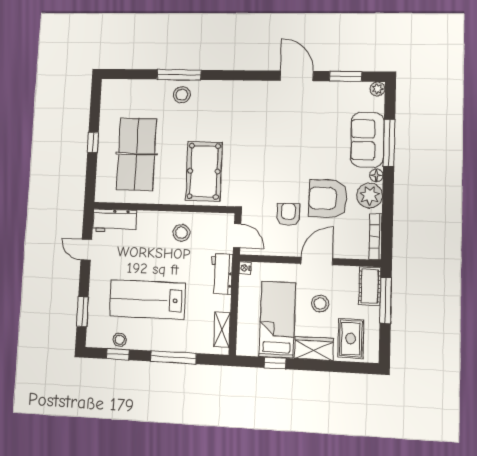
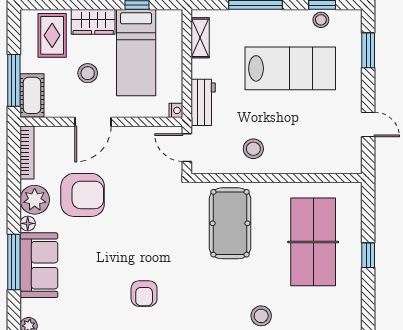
armchair: (288, 214) -> (144, 294), moved
workbench: (115, 221) -> (335, 160), removed

